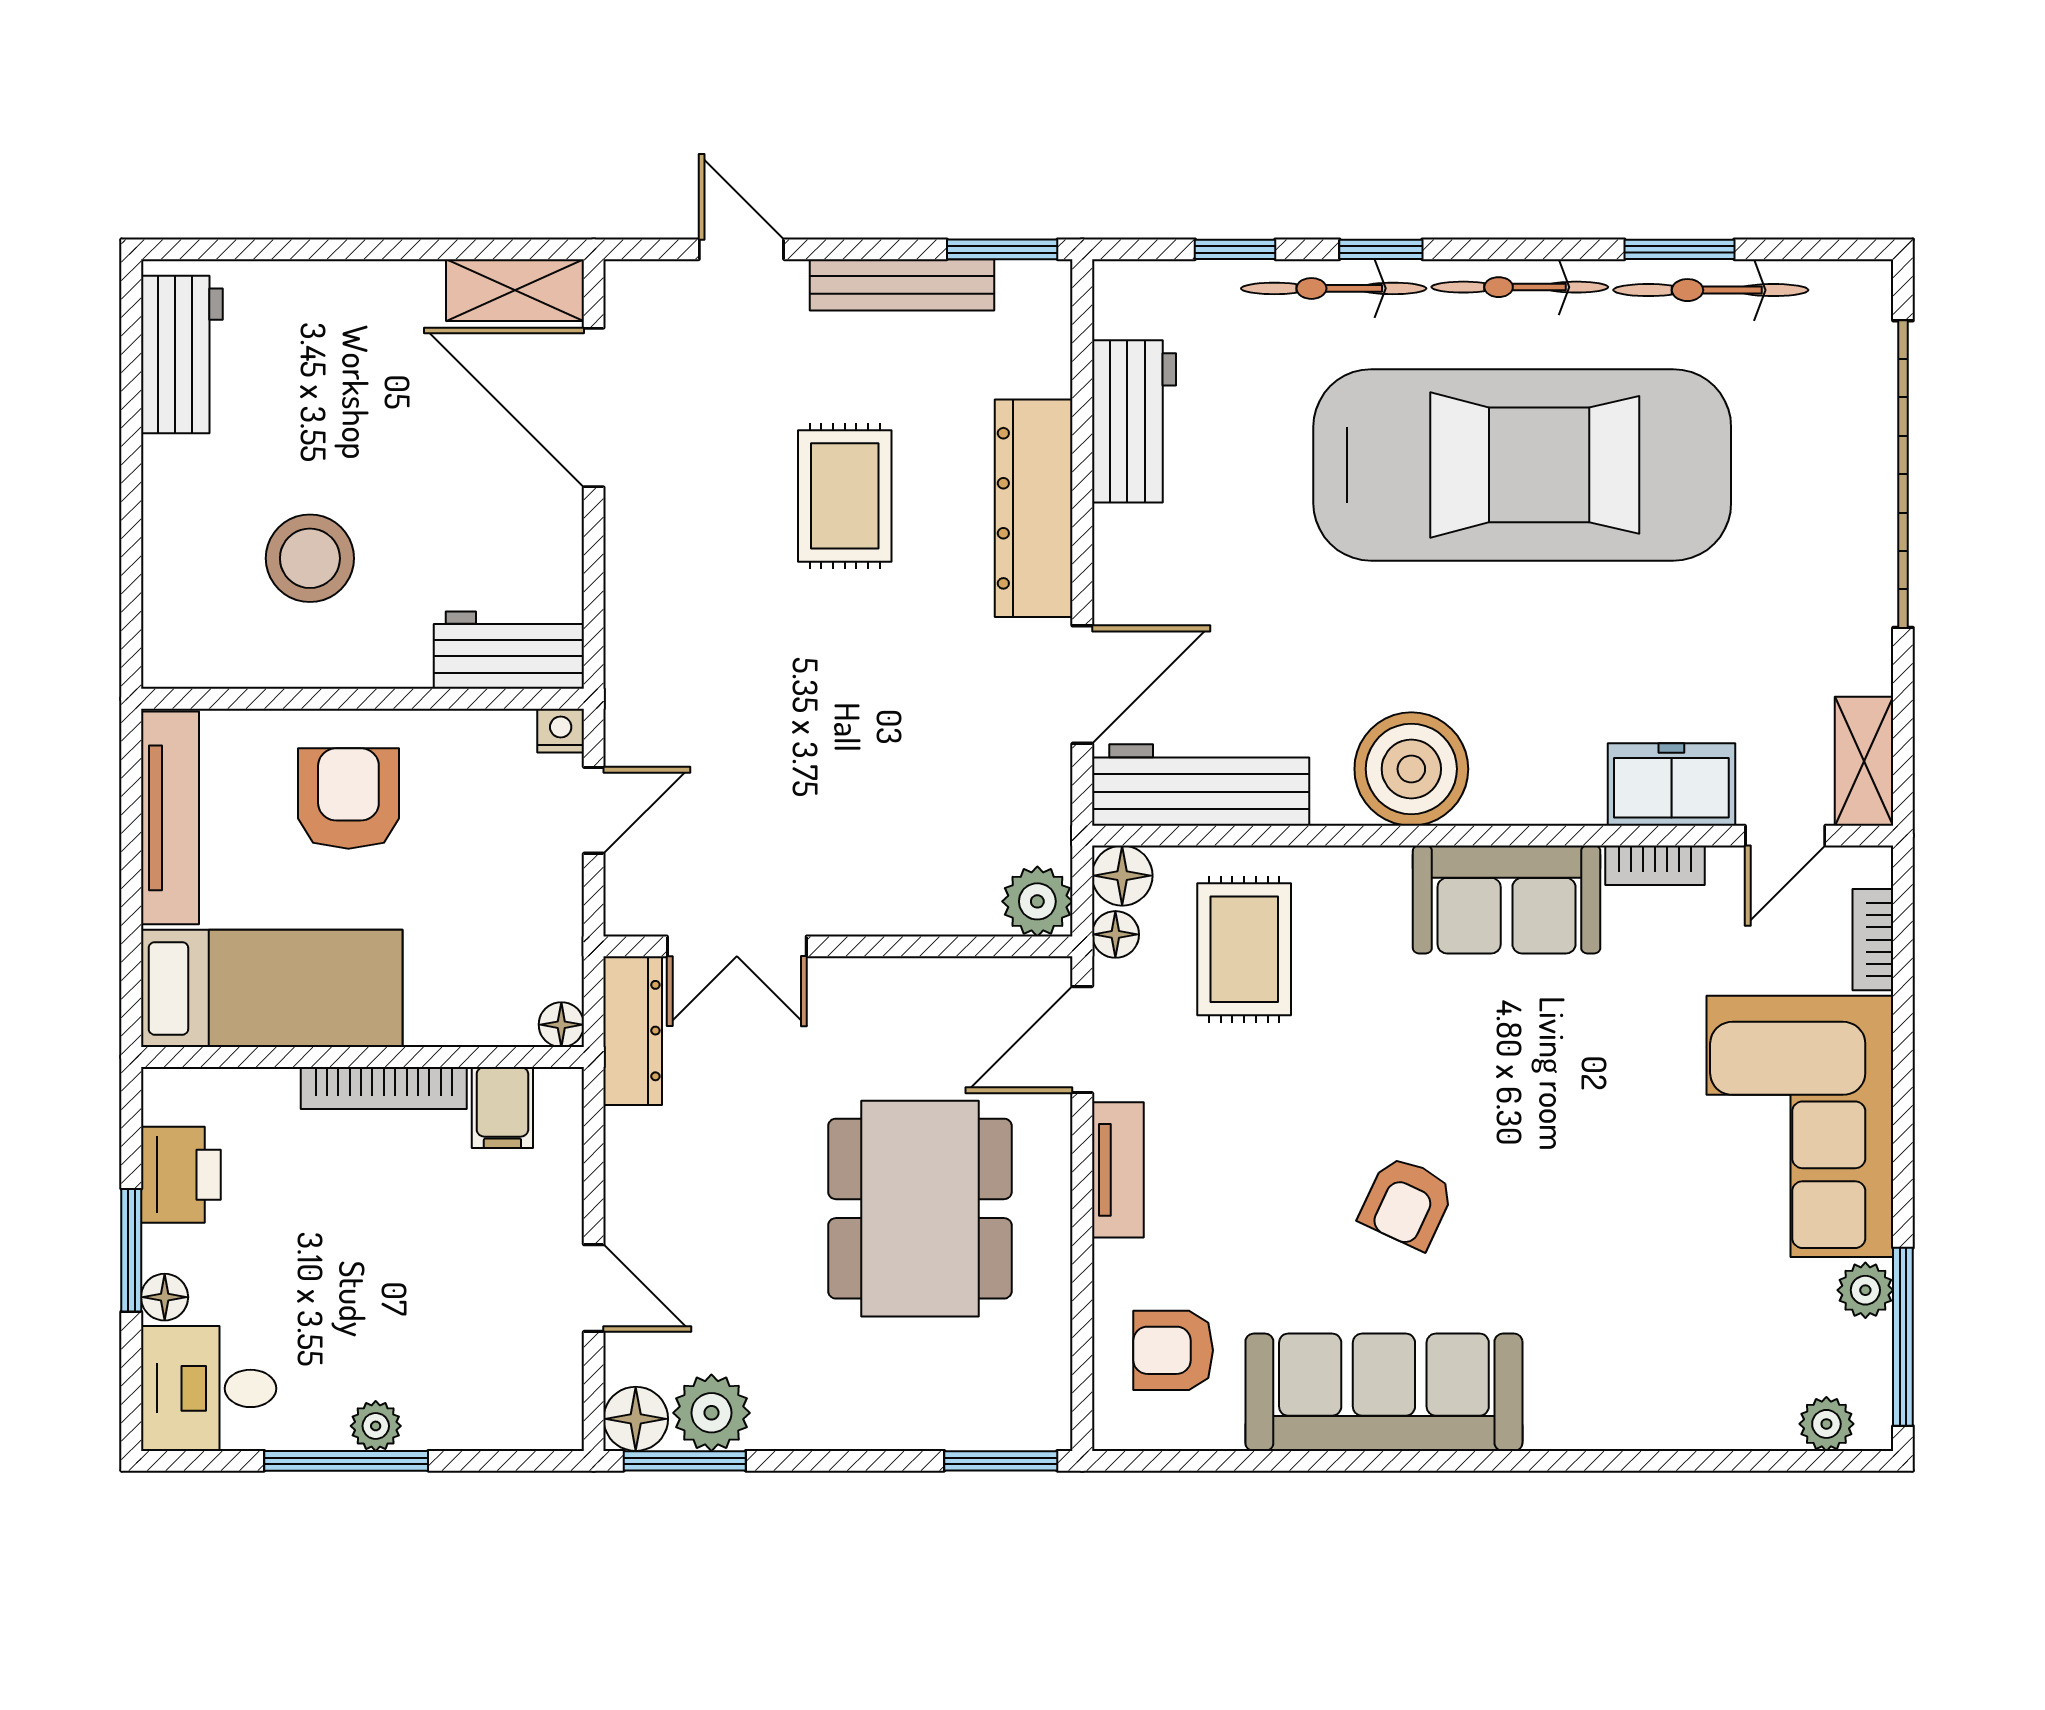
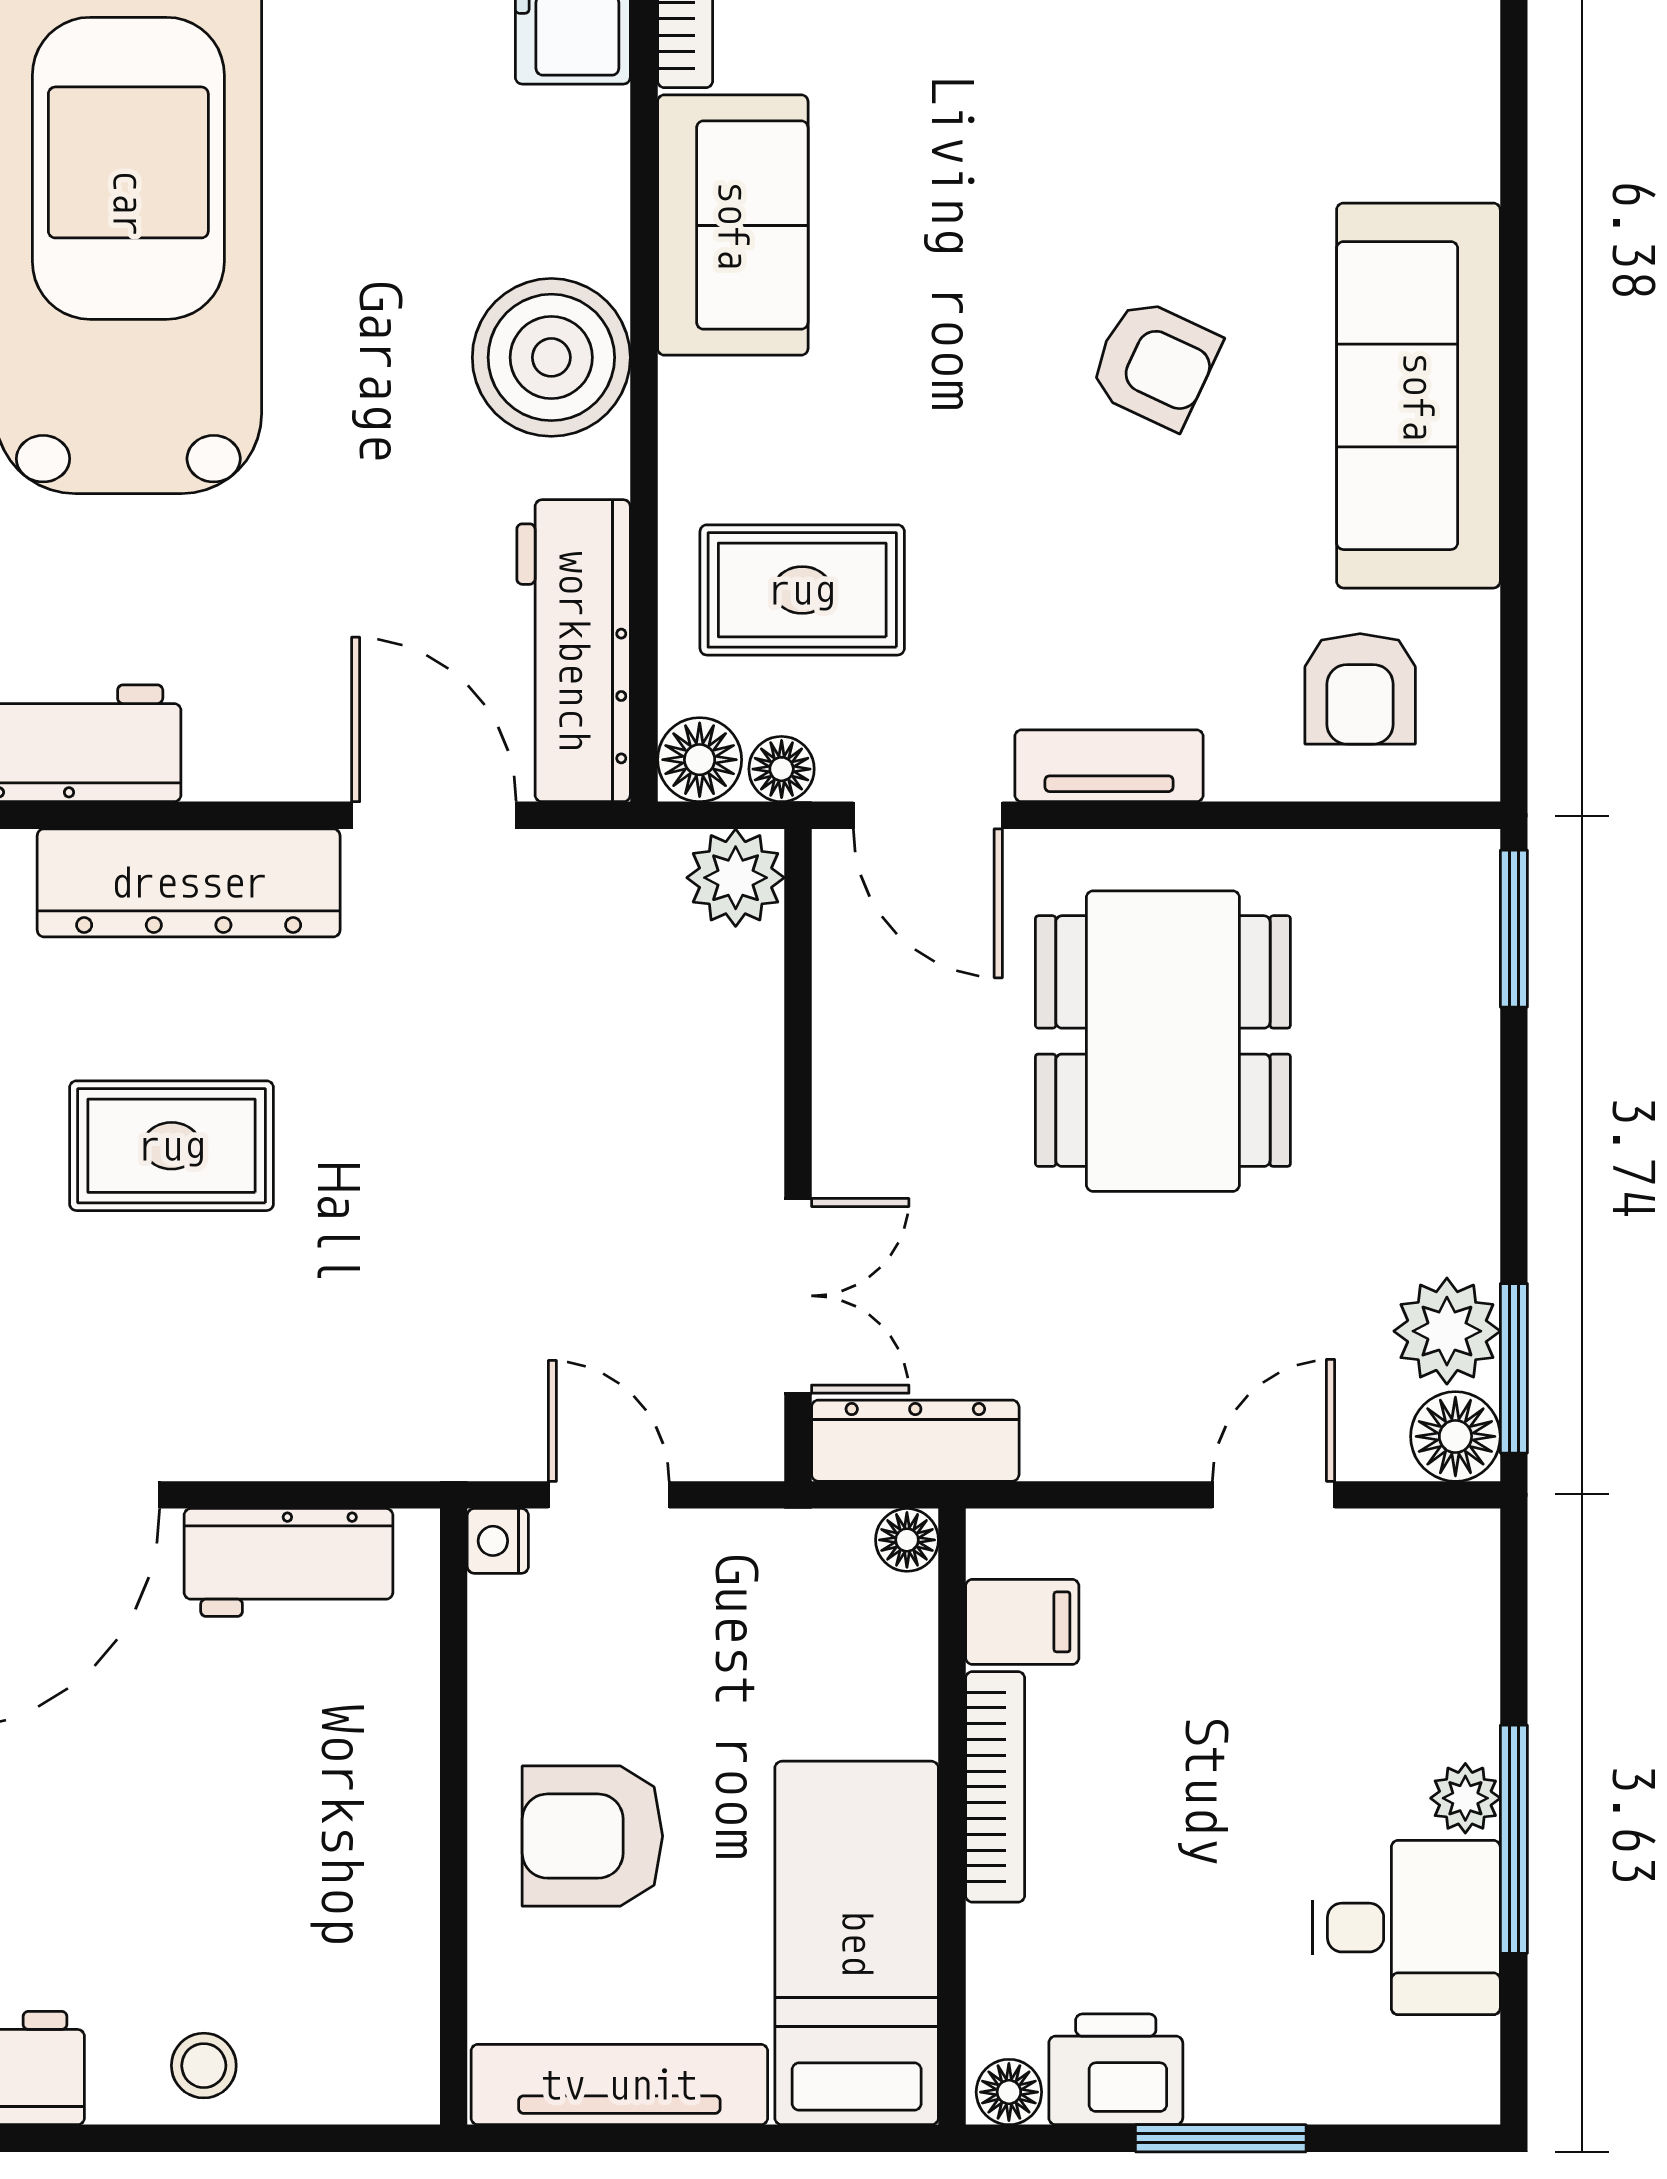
stool: (310, 558) -> (204, 2066), moved, width x0.53, depth x0.53
workbench: (509, 650) -> (288, 1562), moved, turned -90
dining table: (920, 1209) -> (1163, 1041), turned 90
floor lamp: (165, 1297) -> (1009, 2092), moved
desk: (209, 1388) -> (1406, 1928), moved, turned -90

